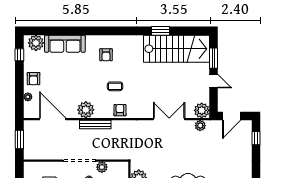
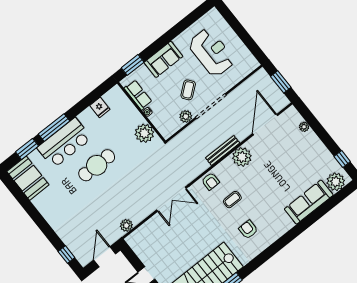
armchair: (106, 55) -> (248, 229), moved
armchair: (33, 79) -> (312, 147), removed
plant: (202, 110) -> (136, 240), removed
door: (53, 119) -> (265, 125), swing flipped
double door: (169, 119) -> (171, 199), moved

